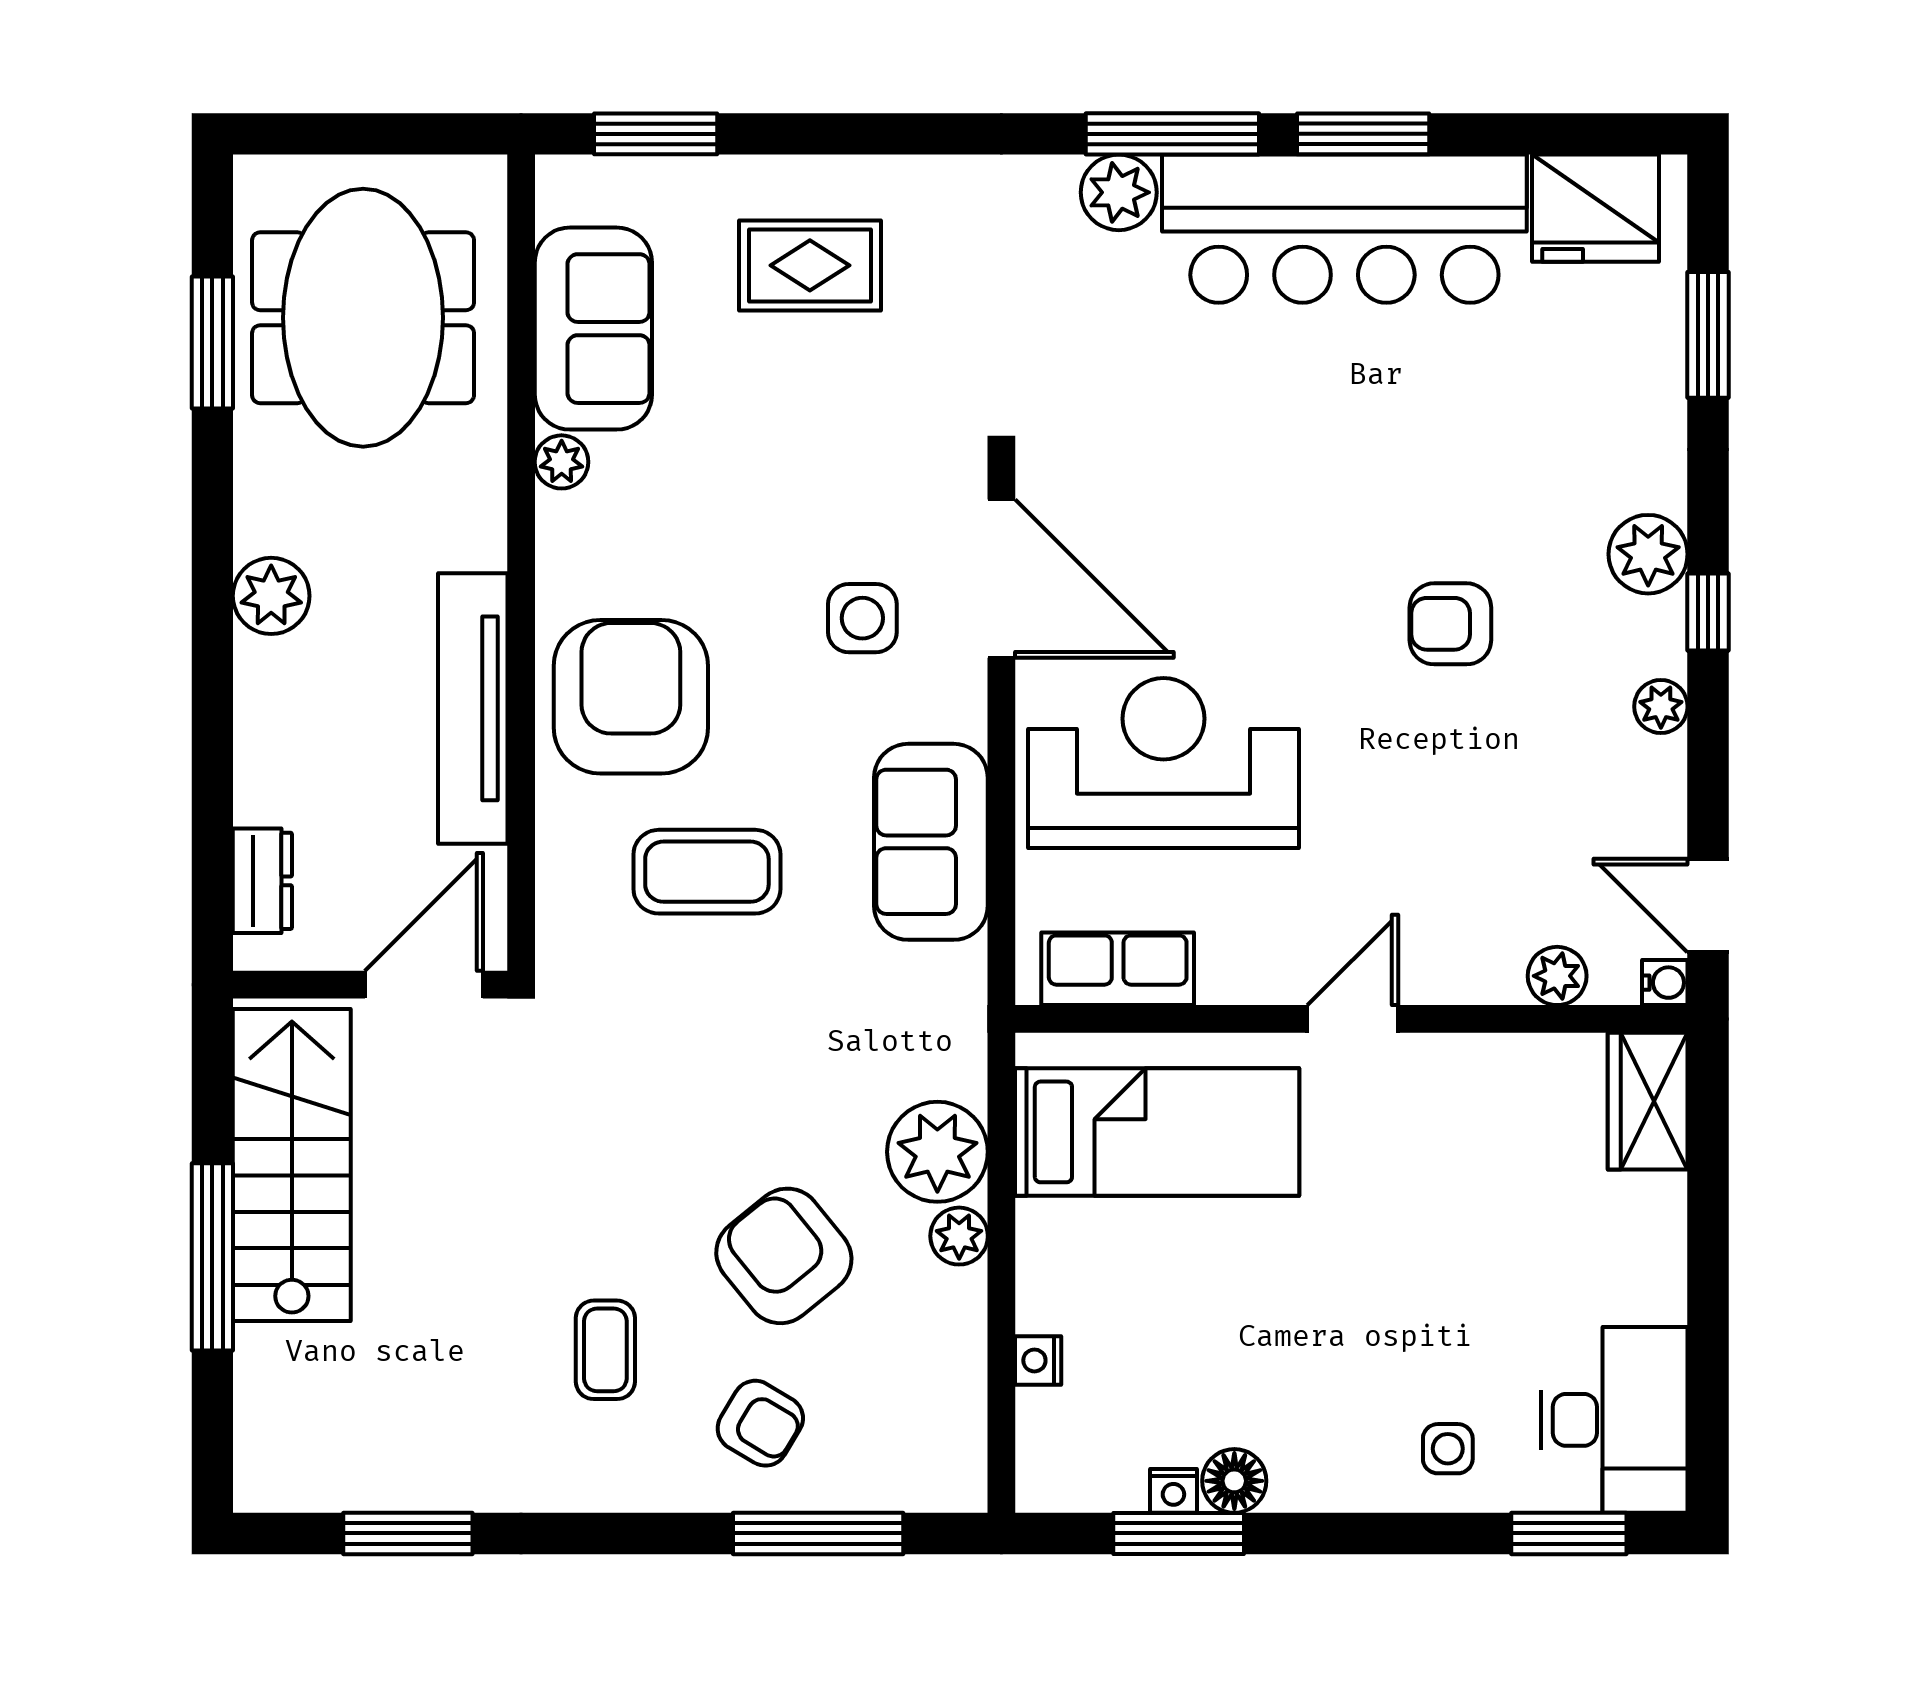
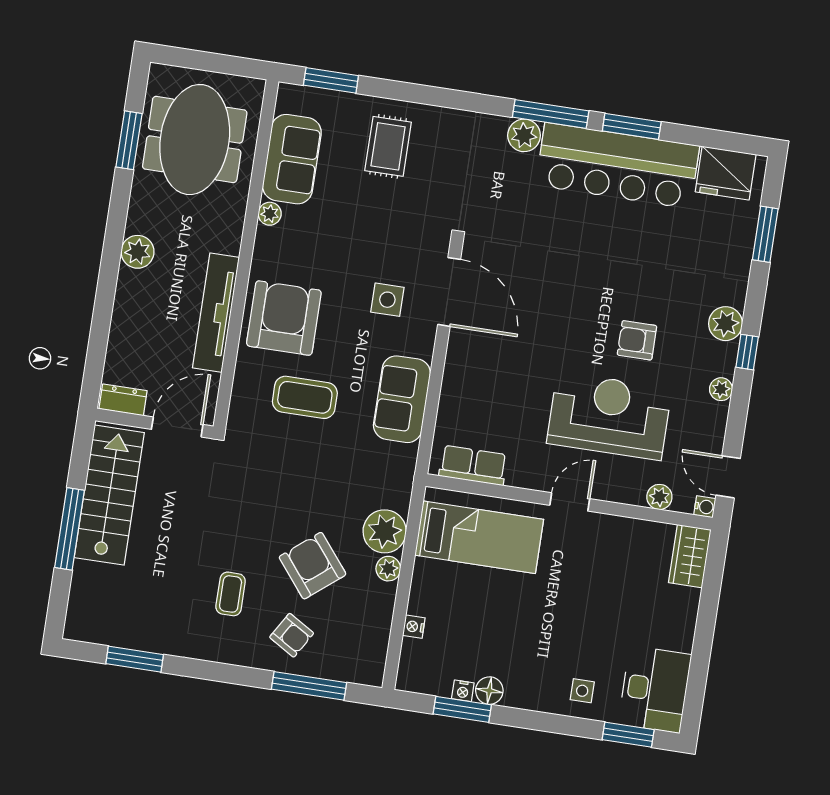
rug: (810, 265) -> (388, 146), turned 90
reception desk: (1163, 763) -> (609, 416), moved
dresser: (262, 881) -> (123, 400), moved, turned -90

